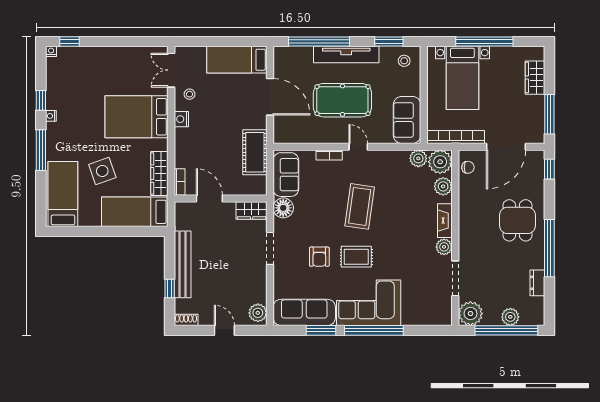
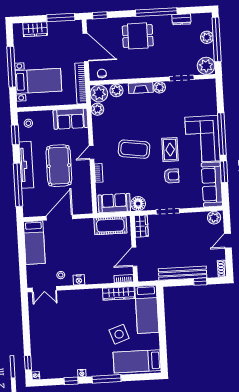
bed: (137, 117) -> (79, 312), removed
cot: (255, 152) -> (110, 225), moved

